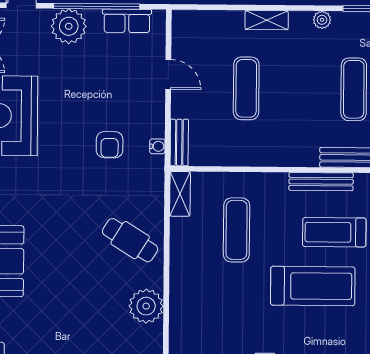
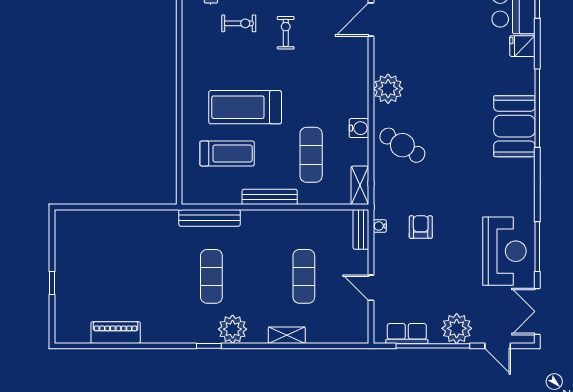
plant: (322, 20) -> (233, 329), width x1.87, depth x1.87
bench: (321, 182) -> (270, 197), moved
water cooler: (181, 260) -> (359, 128), added

